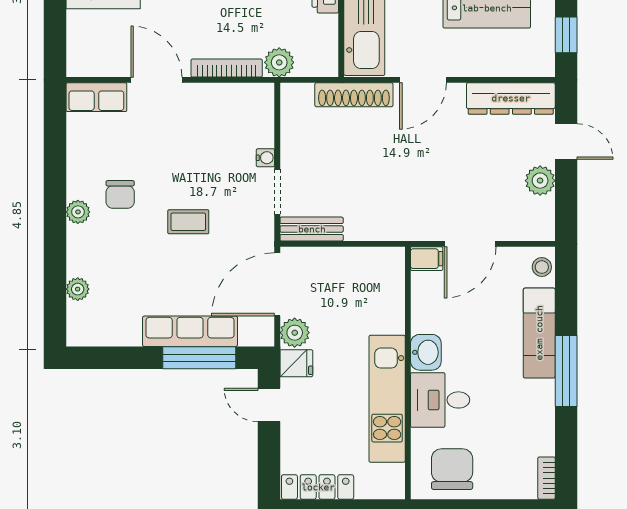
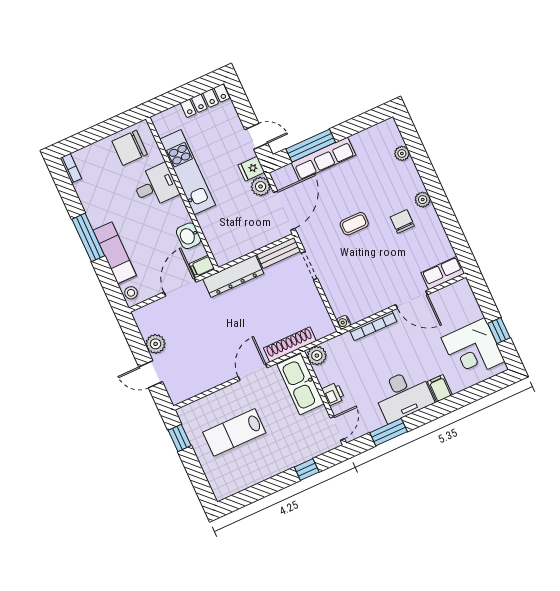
plant: (279, 62) -> (317, 356), moved
dresser: (511, 98) -> (233, 276), moved, turned 180
water cooler: (265, 158) -> (344, 322), moved
washbasin: (426, 352) -> (189, 236), moved
chair: (452, 469) -> (130, 148), turned 90

